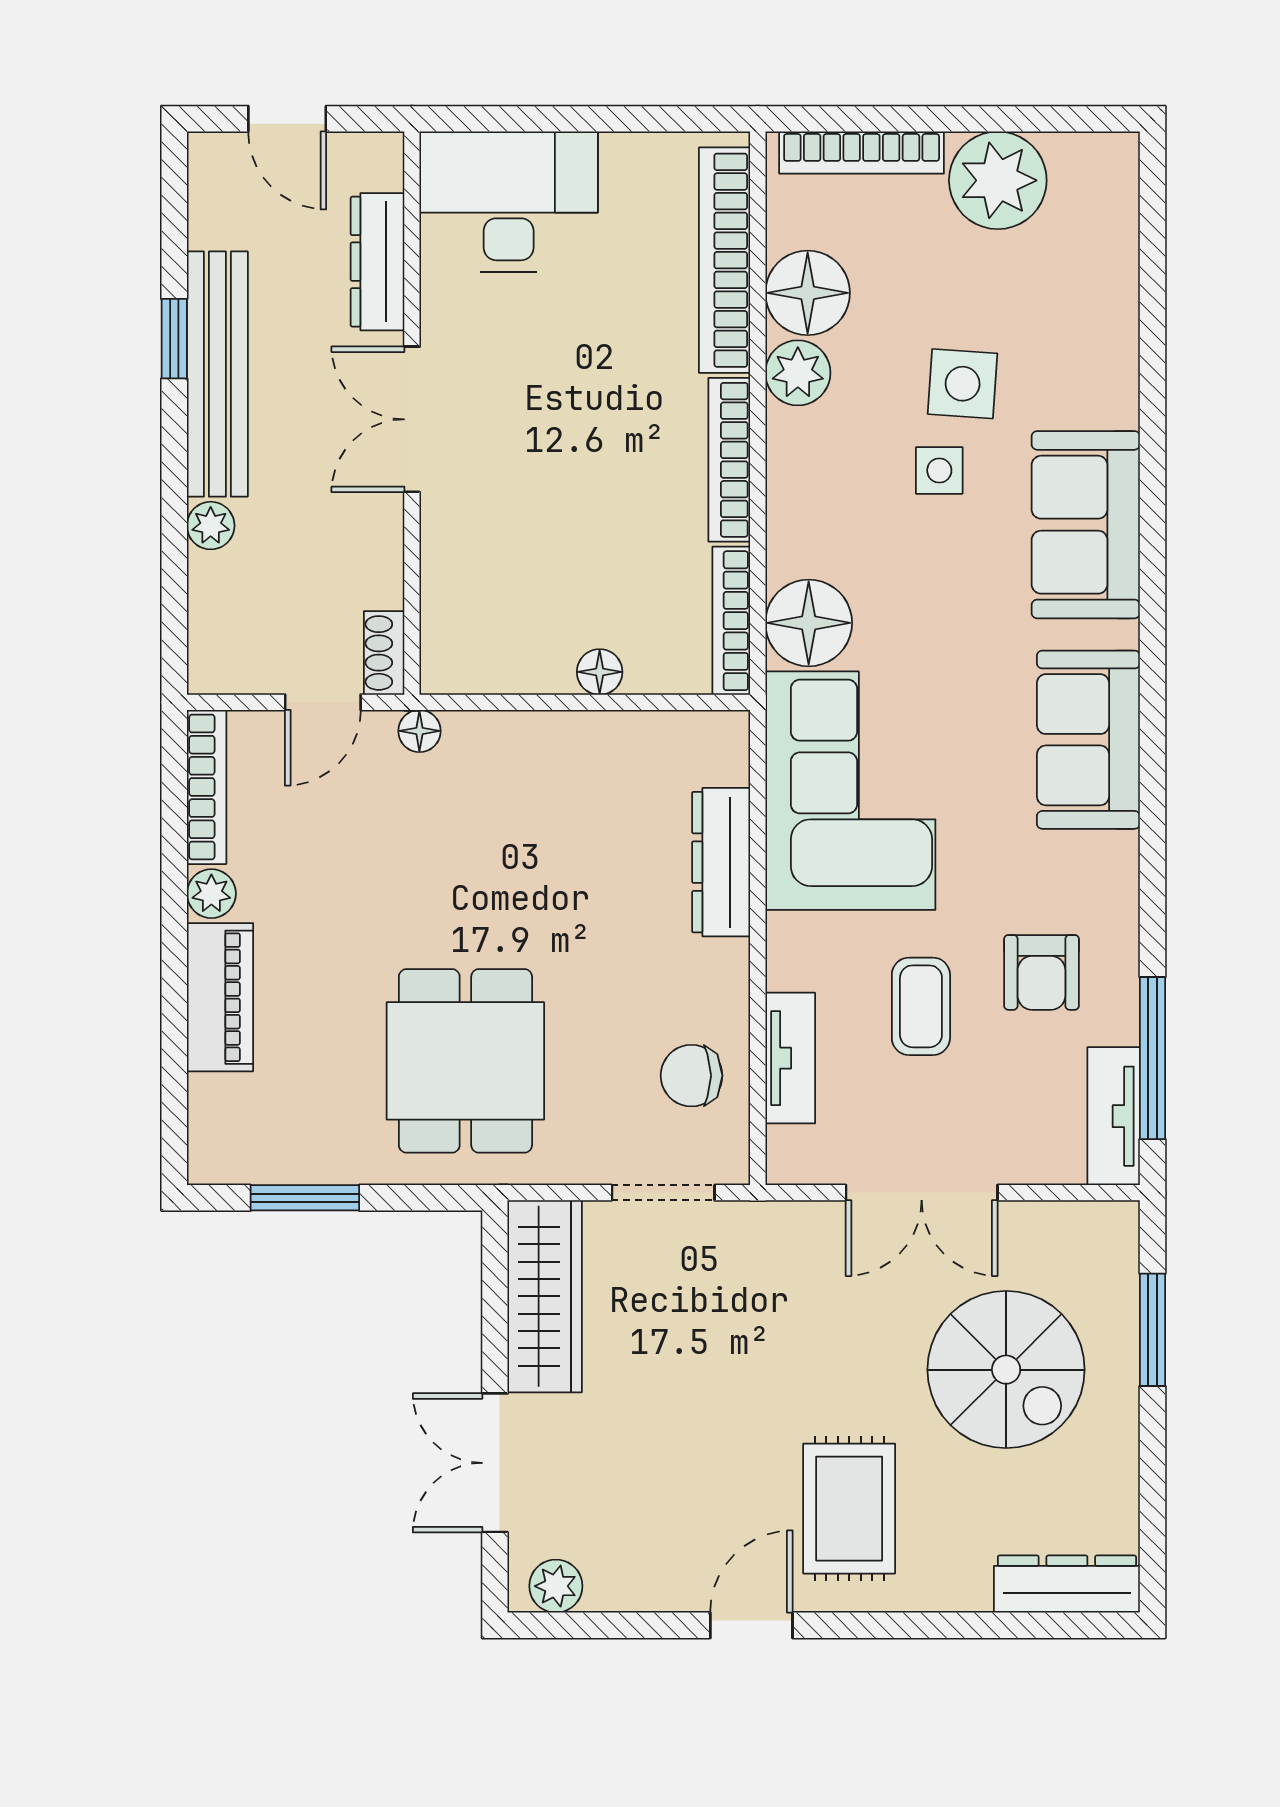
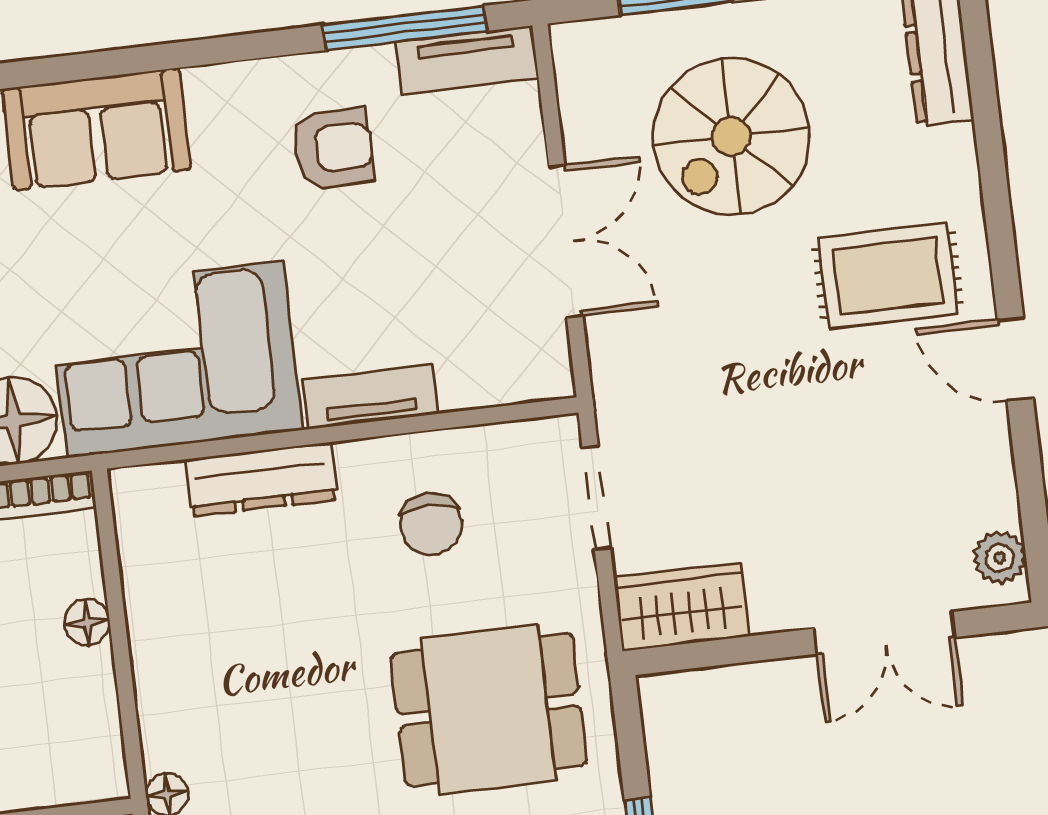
coffee table: (921, 1006) -> (381, 264), removed
tv unit: (790, 1058) -> (370, 397), moved
chair: (691, 1076) -> (431, 524), moved
wardrobe: (545, 1296) -> (681, 607), width x0.67
spiral stairs: (1006, 1370) -> (731, 136), turned 180

